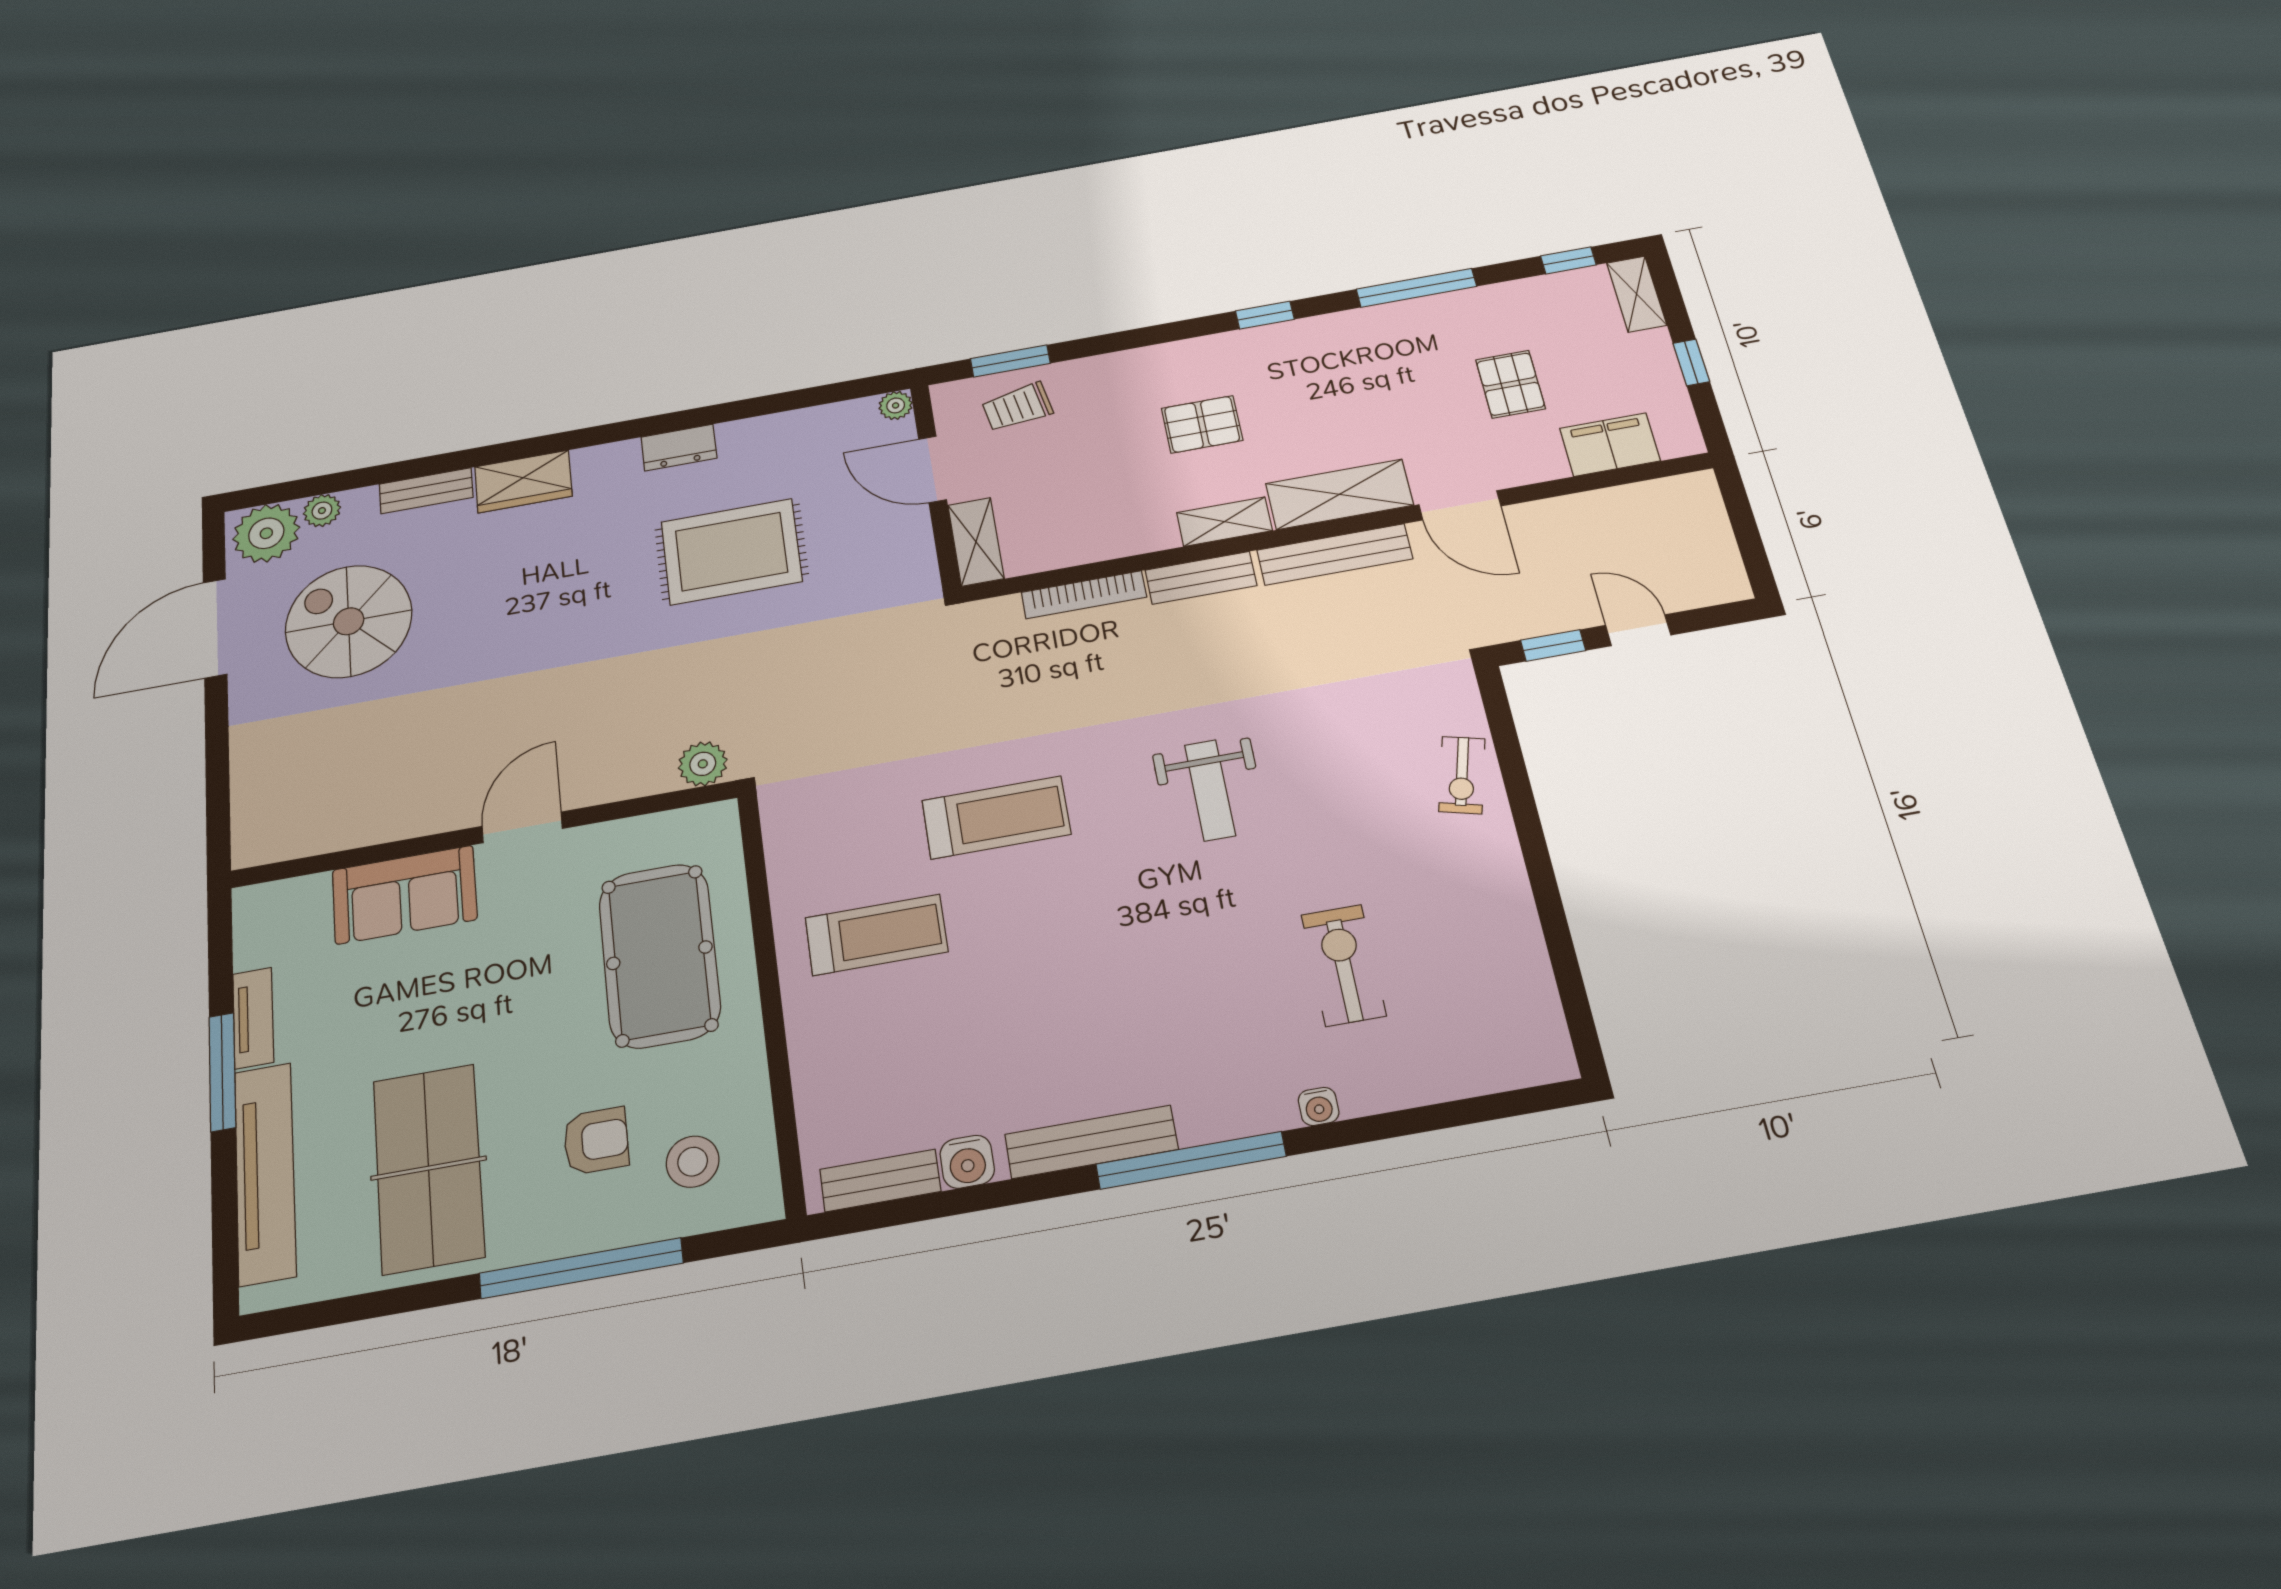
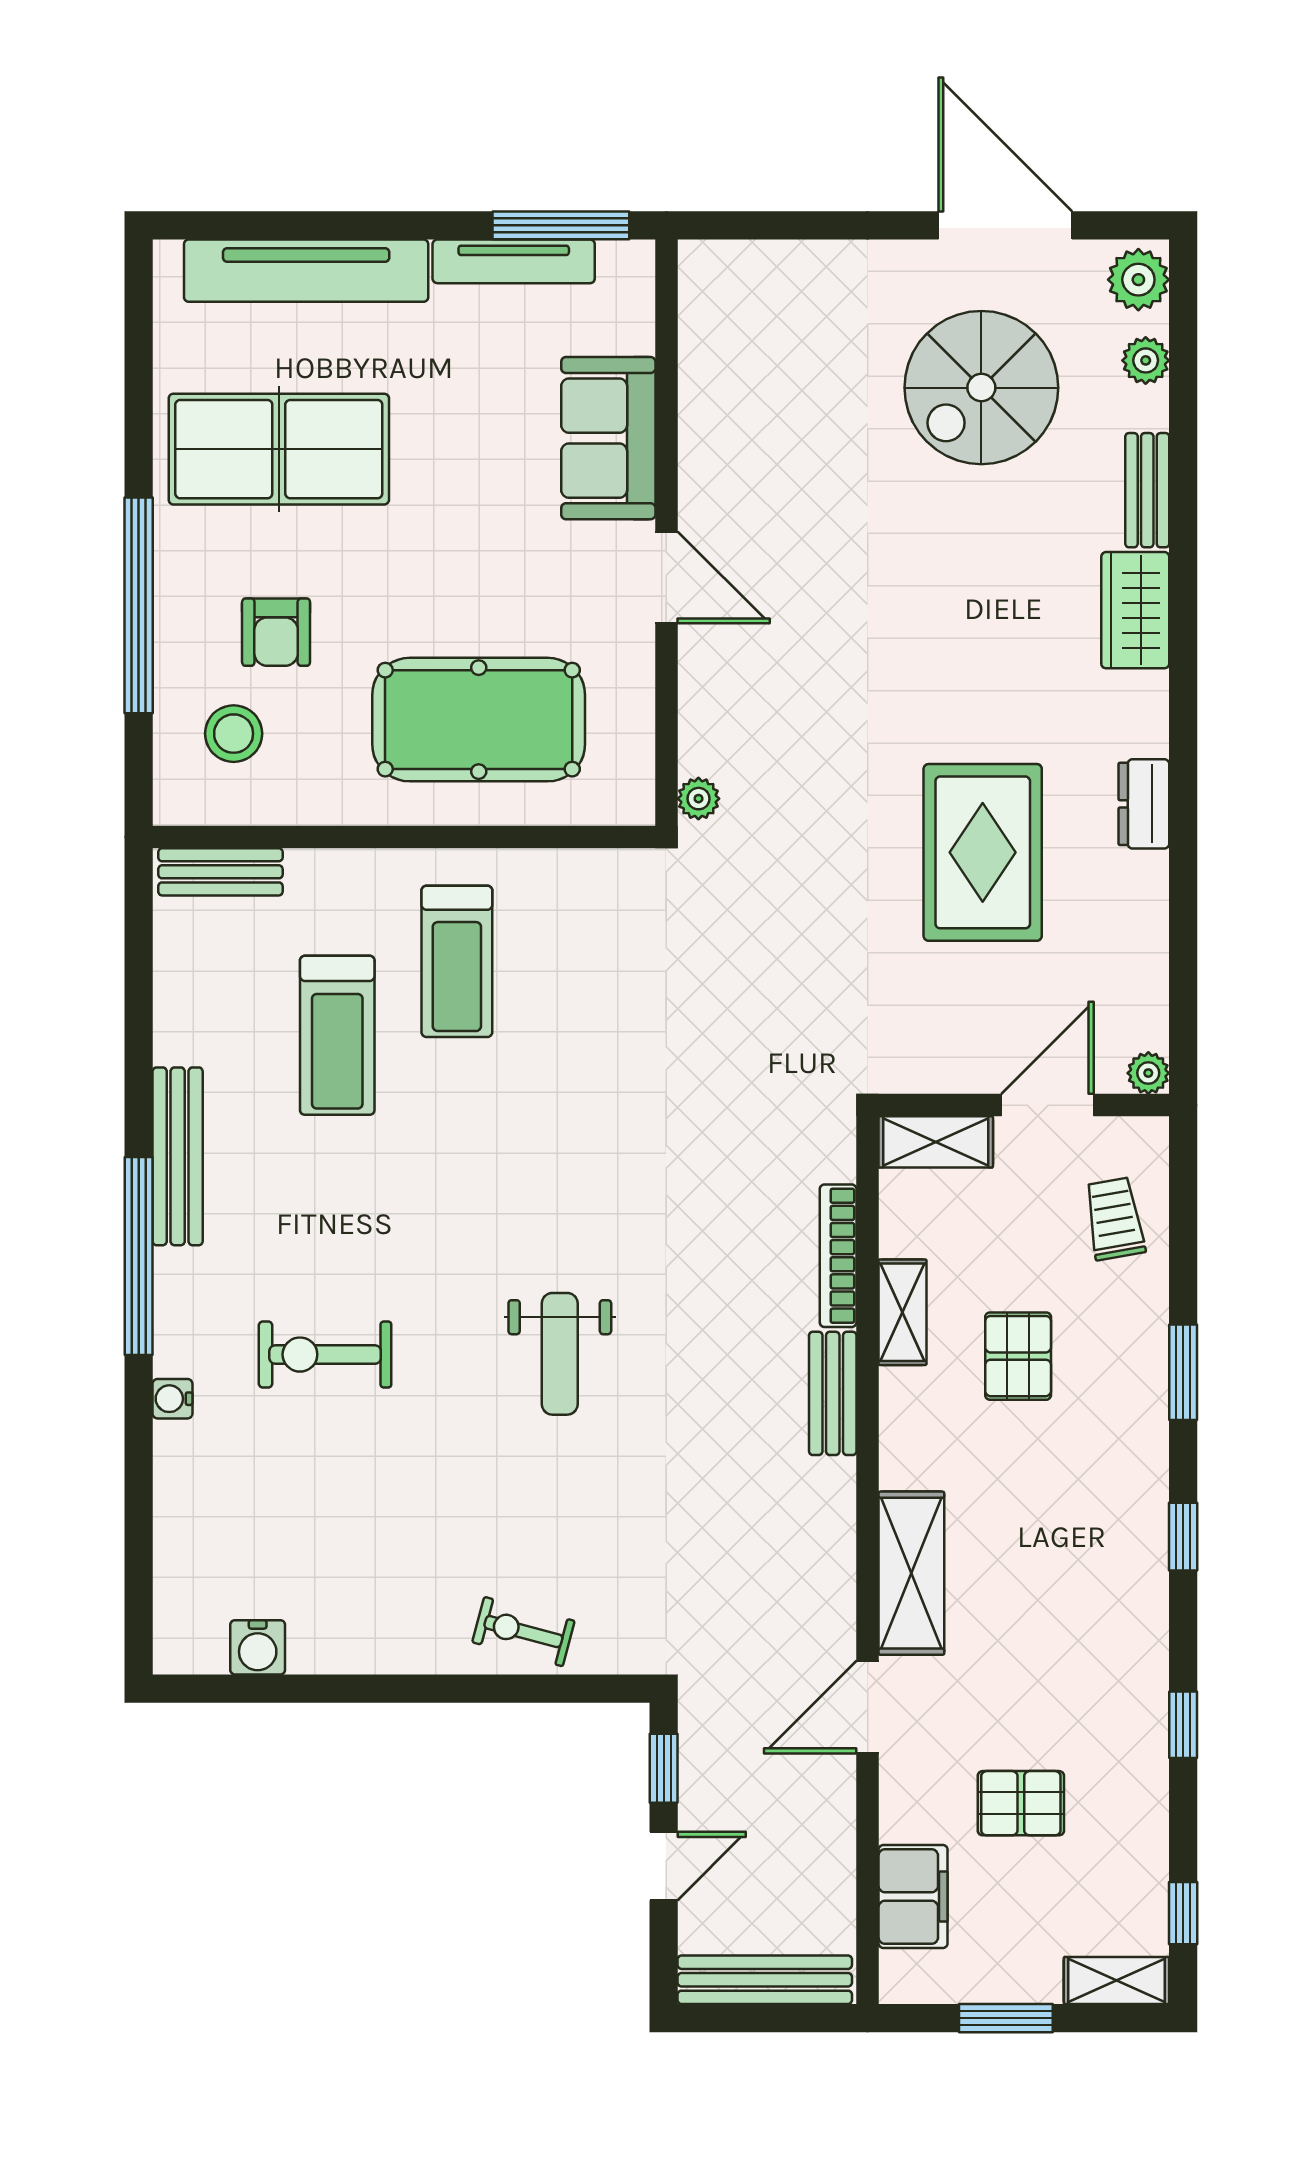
window: (1416, 288) -> (1183, 1725), width x0.46
window: (1010, 361) -> (1183, 1372), moved
window: (1691, 362) -> (1006, 2018), width x1.50
pallet: (1202, 424) -> (1018, 1356), moved
shelving: (1224, 522) -> (902, 1312), moved
plant: (266, 533) -> (1138, 280), width x0.73, depth x0.73
bench: (1335, 554) -> (765, 1980), moved, turned 90
spiral stairs: (349, 621) -> (981, 388), turned 180
plant: (703, 764) -> (698, 799), width x0.73, depth x0.73
weight bench: (1210, 790) -> (560, 1354), turned -90
treadmill: (996, 817) -> (337, 1035), moved
exercise bike: (1344, 965) -> (325, 1355), moved, turned 180
tv unit: (253, 1018) -> (514, 261), width x1.41
window: (222, 1072) -> (561, 225), moved
water cooler: (967, 1162) -> (258, 1647), moved, turned -90
bench: (880, 1180) -> (220, 872), moved, turned 90

